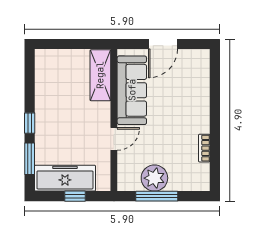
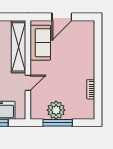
shelving: (100, 75) -> (18, 47), width x1.47
sofa: (132, 90) -> (40, 43), width x0.73

